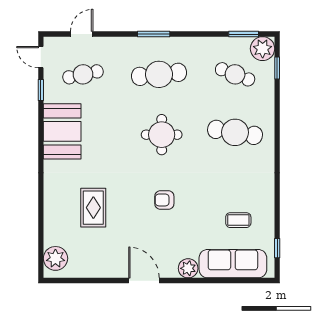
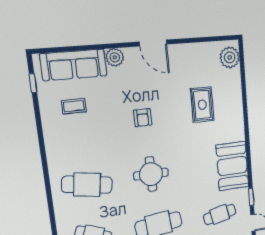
armchair: (164, 200) -> (143, 118), turned 90

